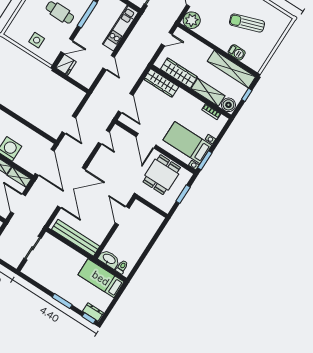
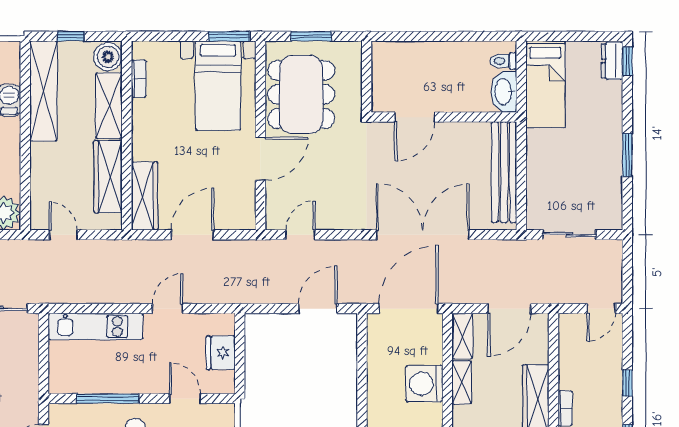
fridge: (66, 65) -> (221, 353), moved, turned -90
door: (126, 103) -> (192, 235), moved
dining table: (162, 175) -> (301, 94), width x1.37
window: (62, 301) -> (627, 155), moved

